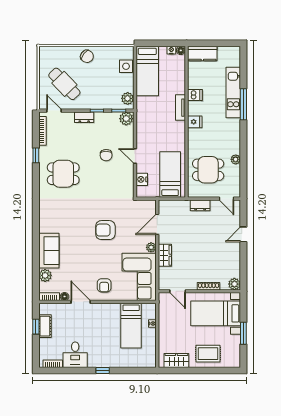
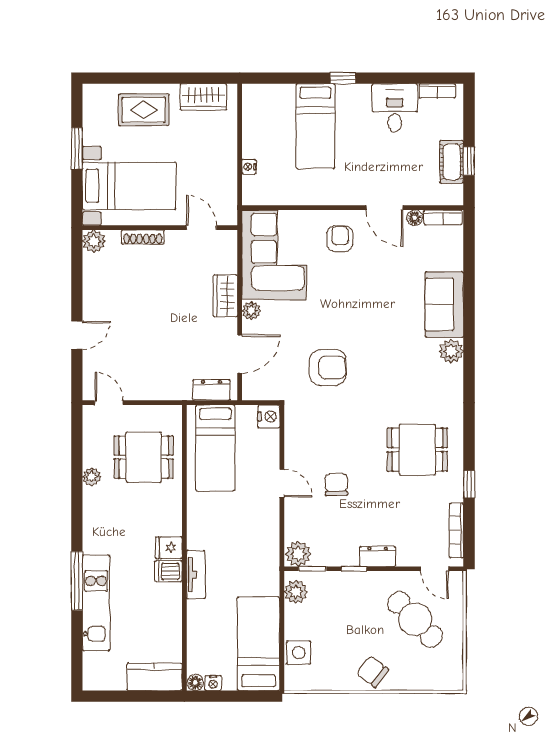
dishwasher: (195, 95) -> (168, 571), moved
nightstand: (142, 179) -> (269, 417), moved
dresser: (200, 205) -> (211, 390), moved
armchair: (105, 230) -> (328, 367), moved
plant: (45, 275) -> (451, 351), moved
bed: (131, 326) -> (315, 126), moved, turned 180

